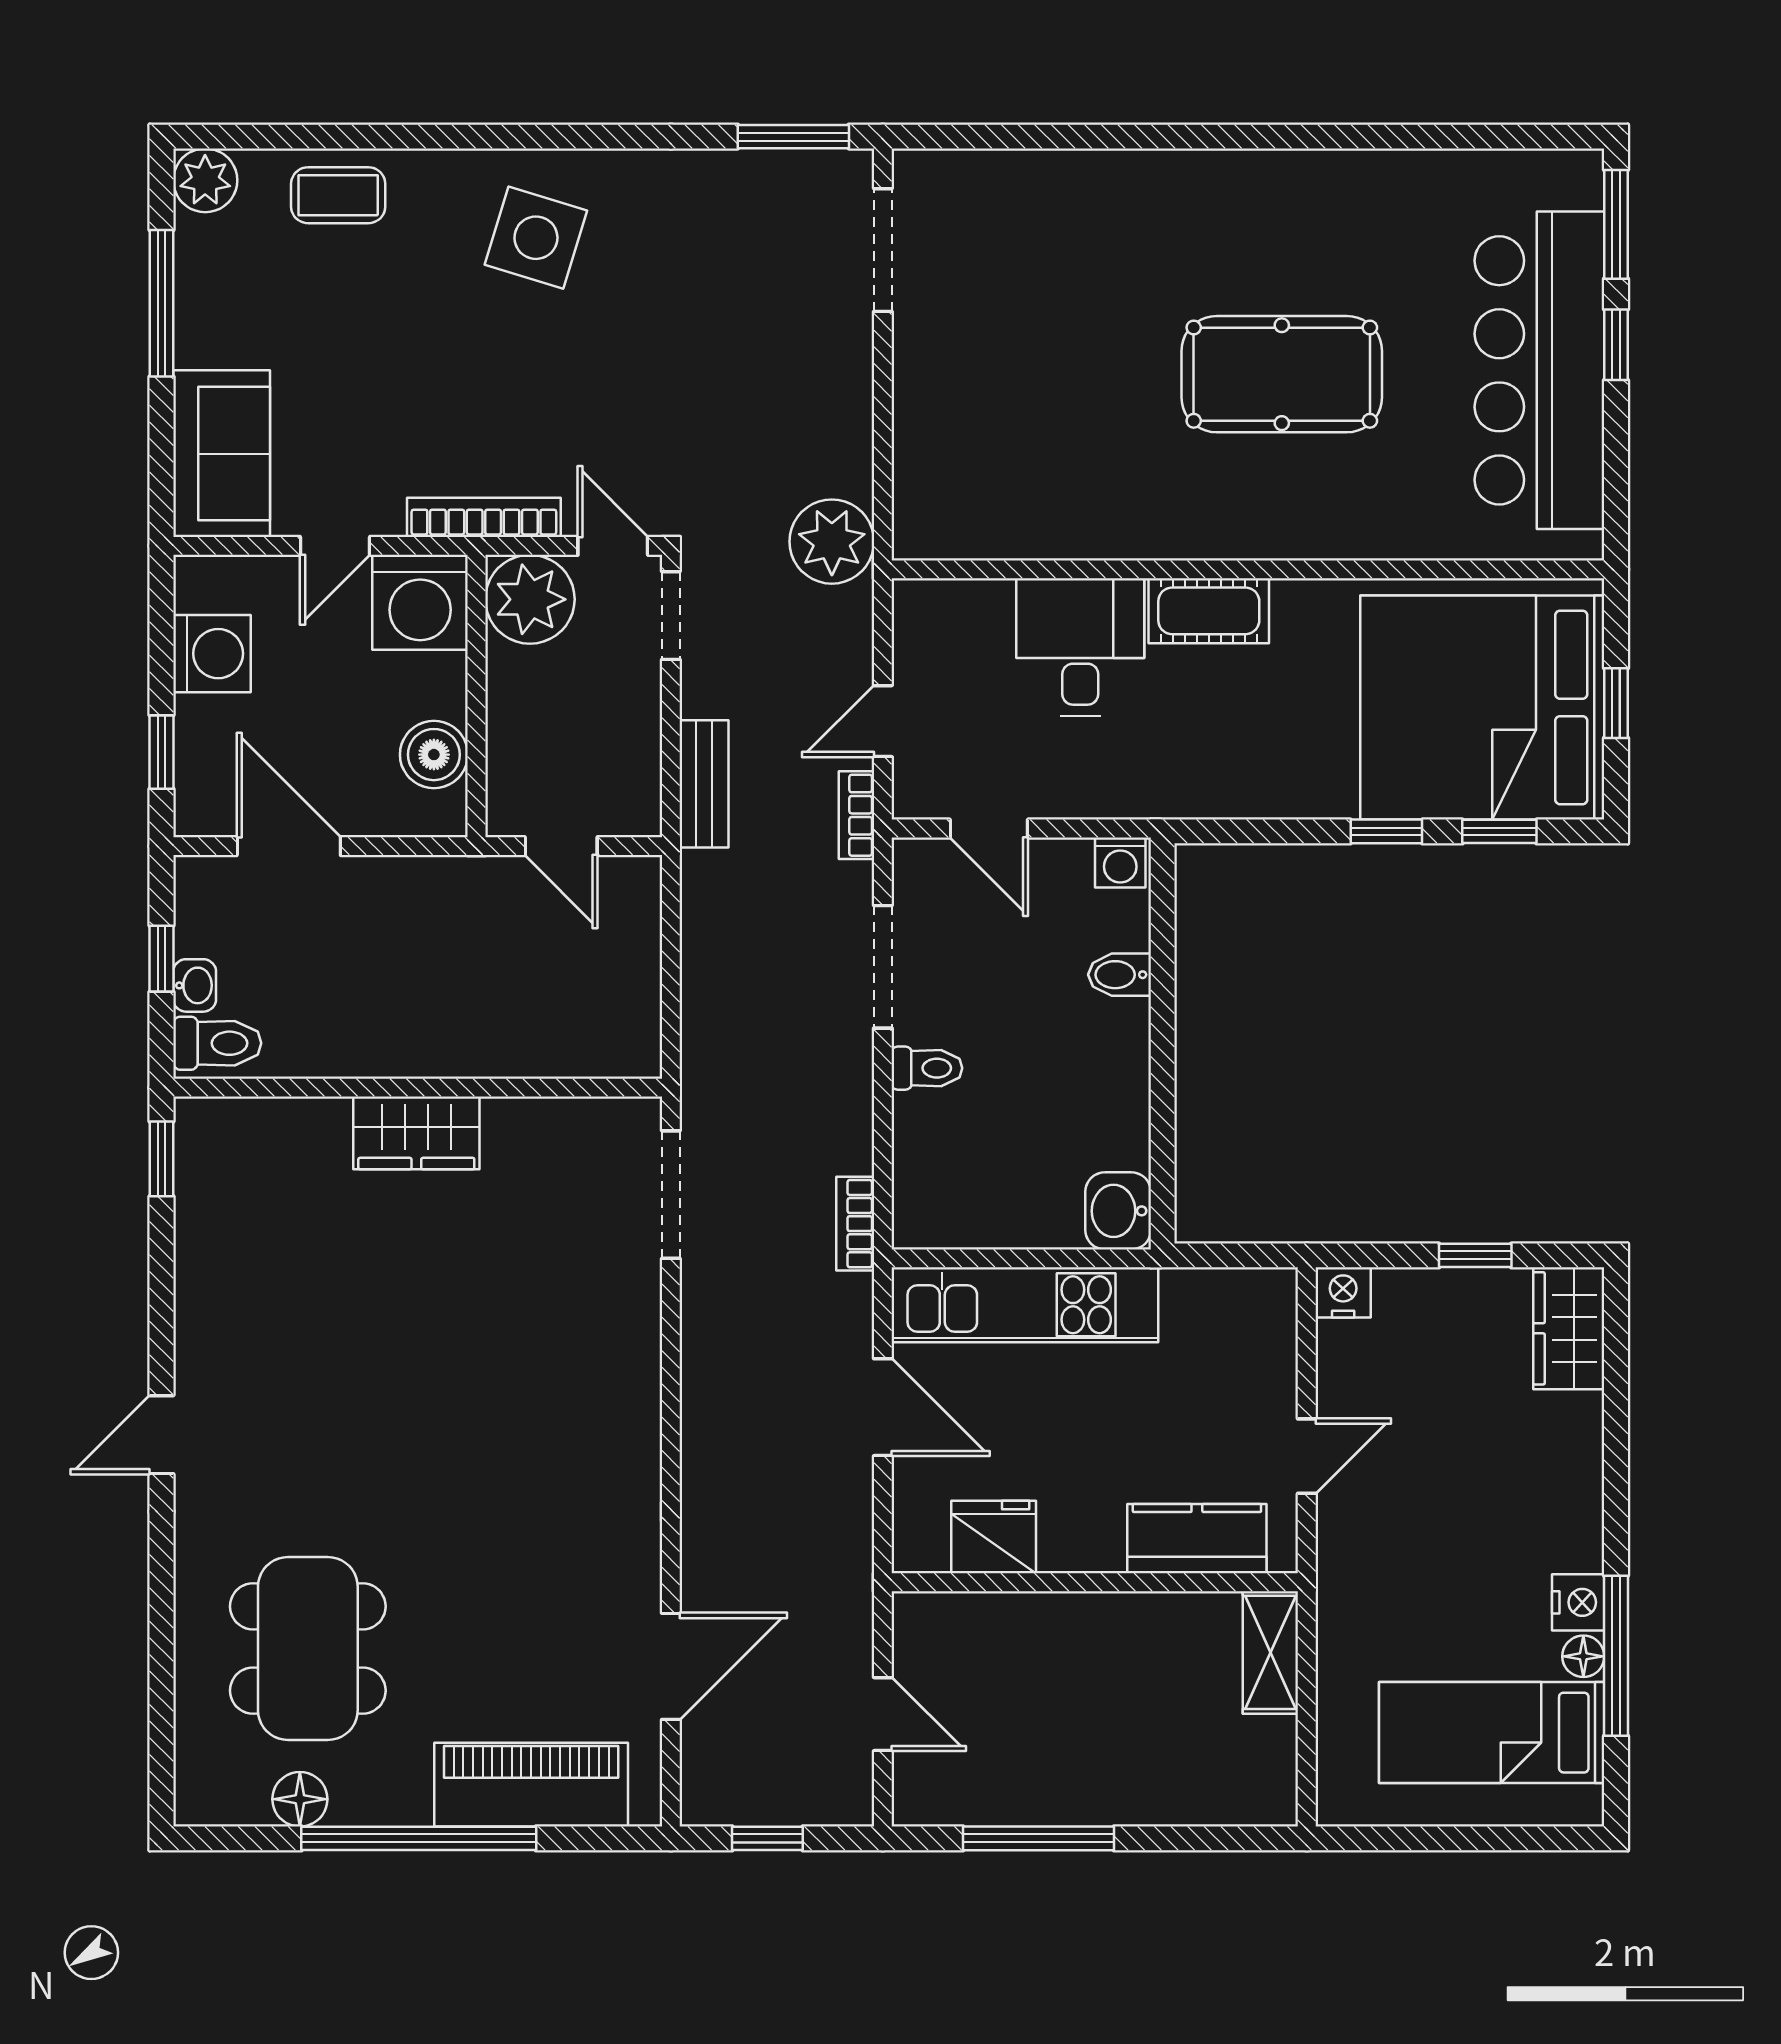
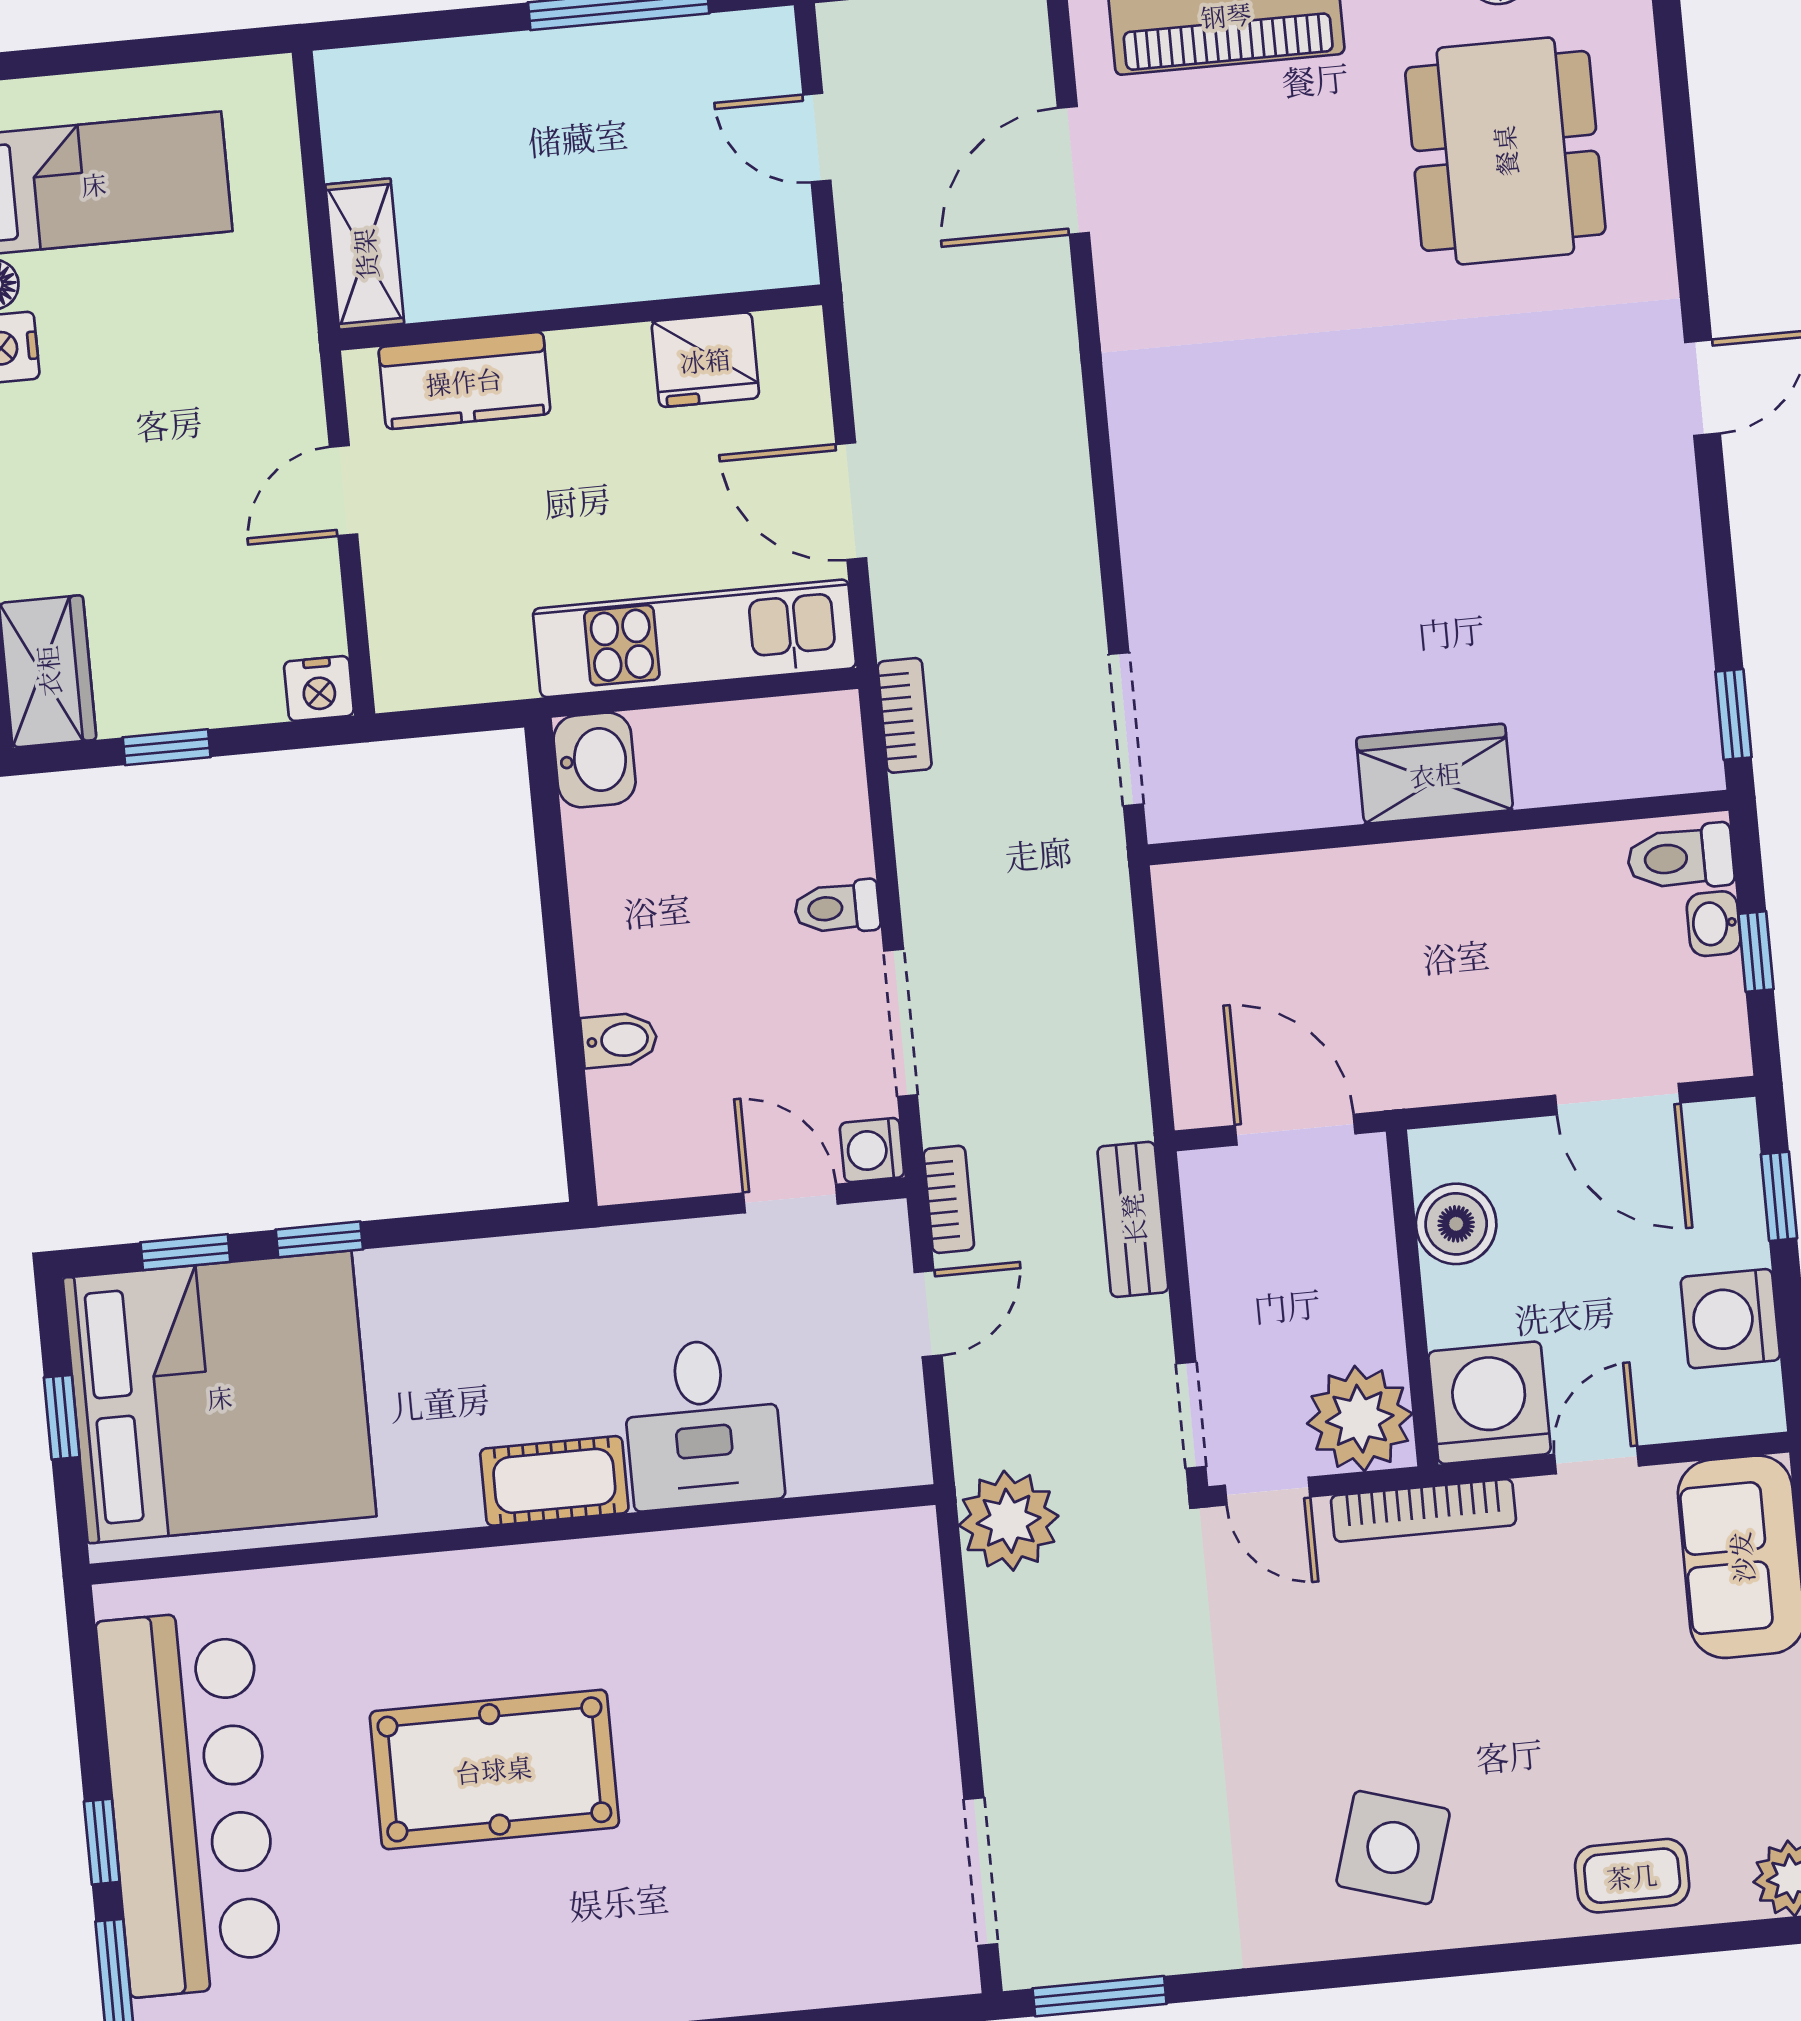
door: (561, 846) -> (1295, 1130), width x1.38
washing machine: (1120, 862) -> (872, 1150), moved, turned -90

